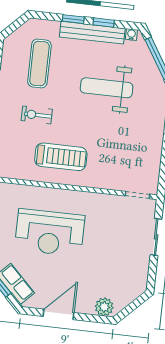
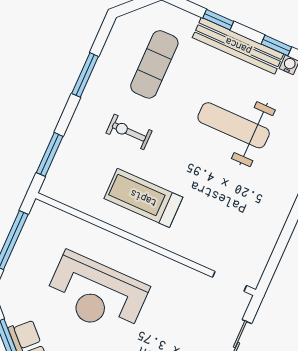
window: (104, 22) -> (276, 45), moved
treadmill: (61, 157) -> (143, 198), turned 180

